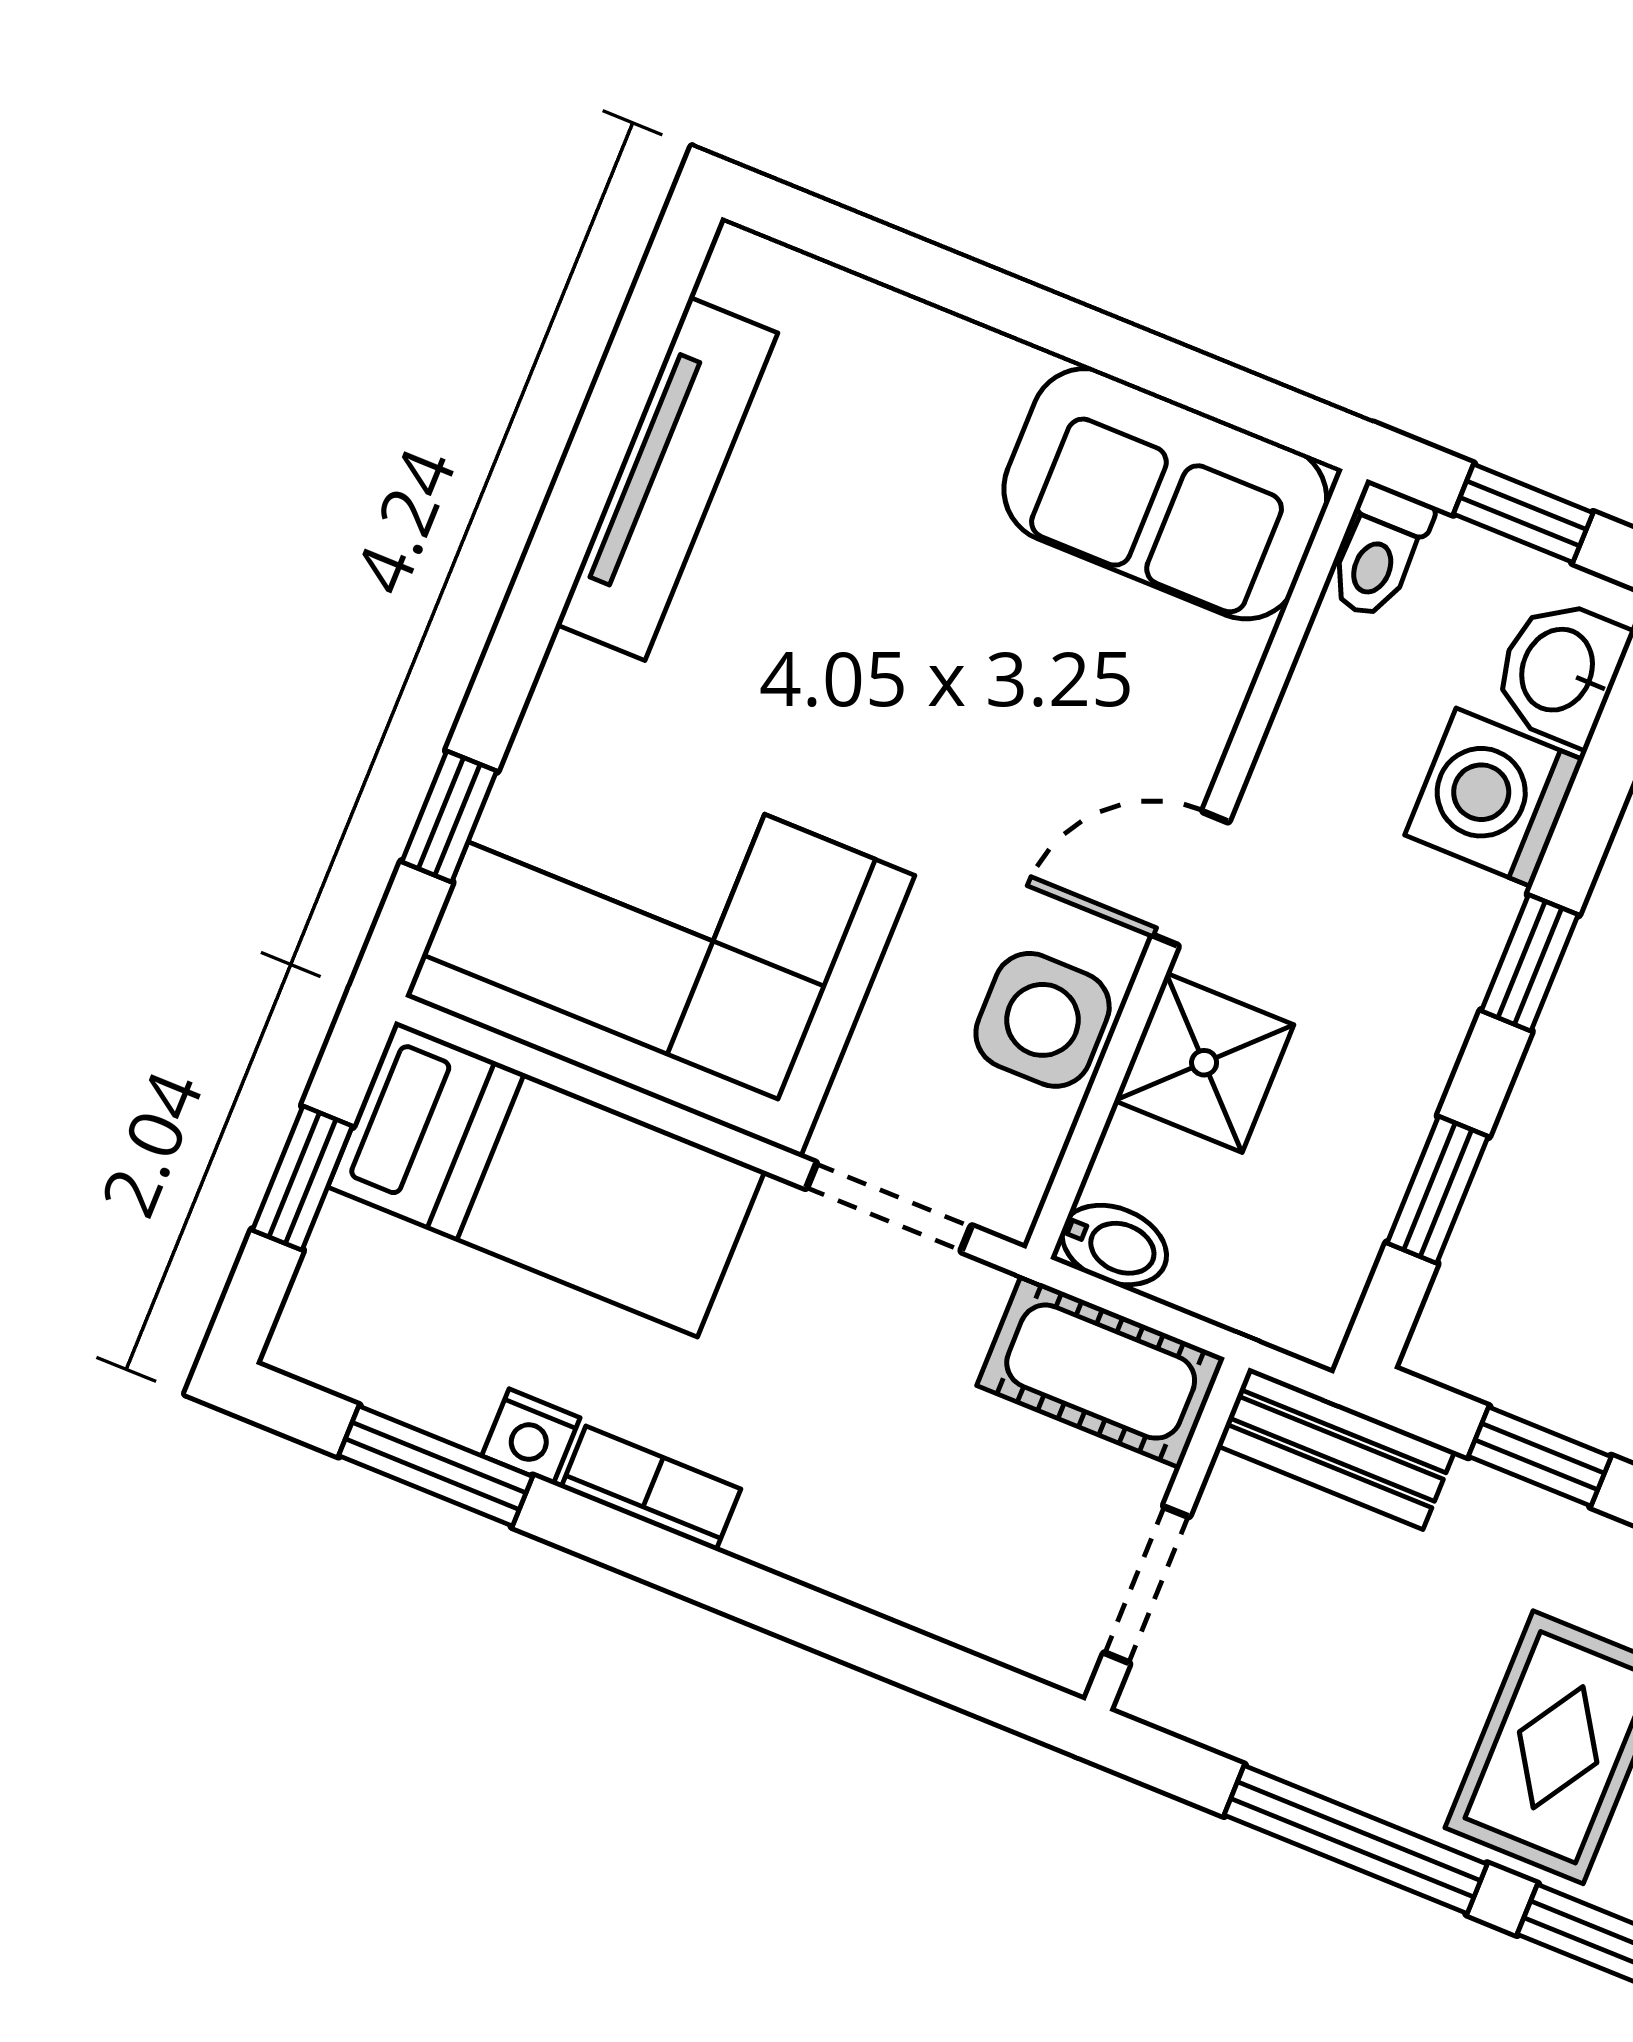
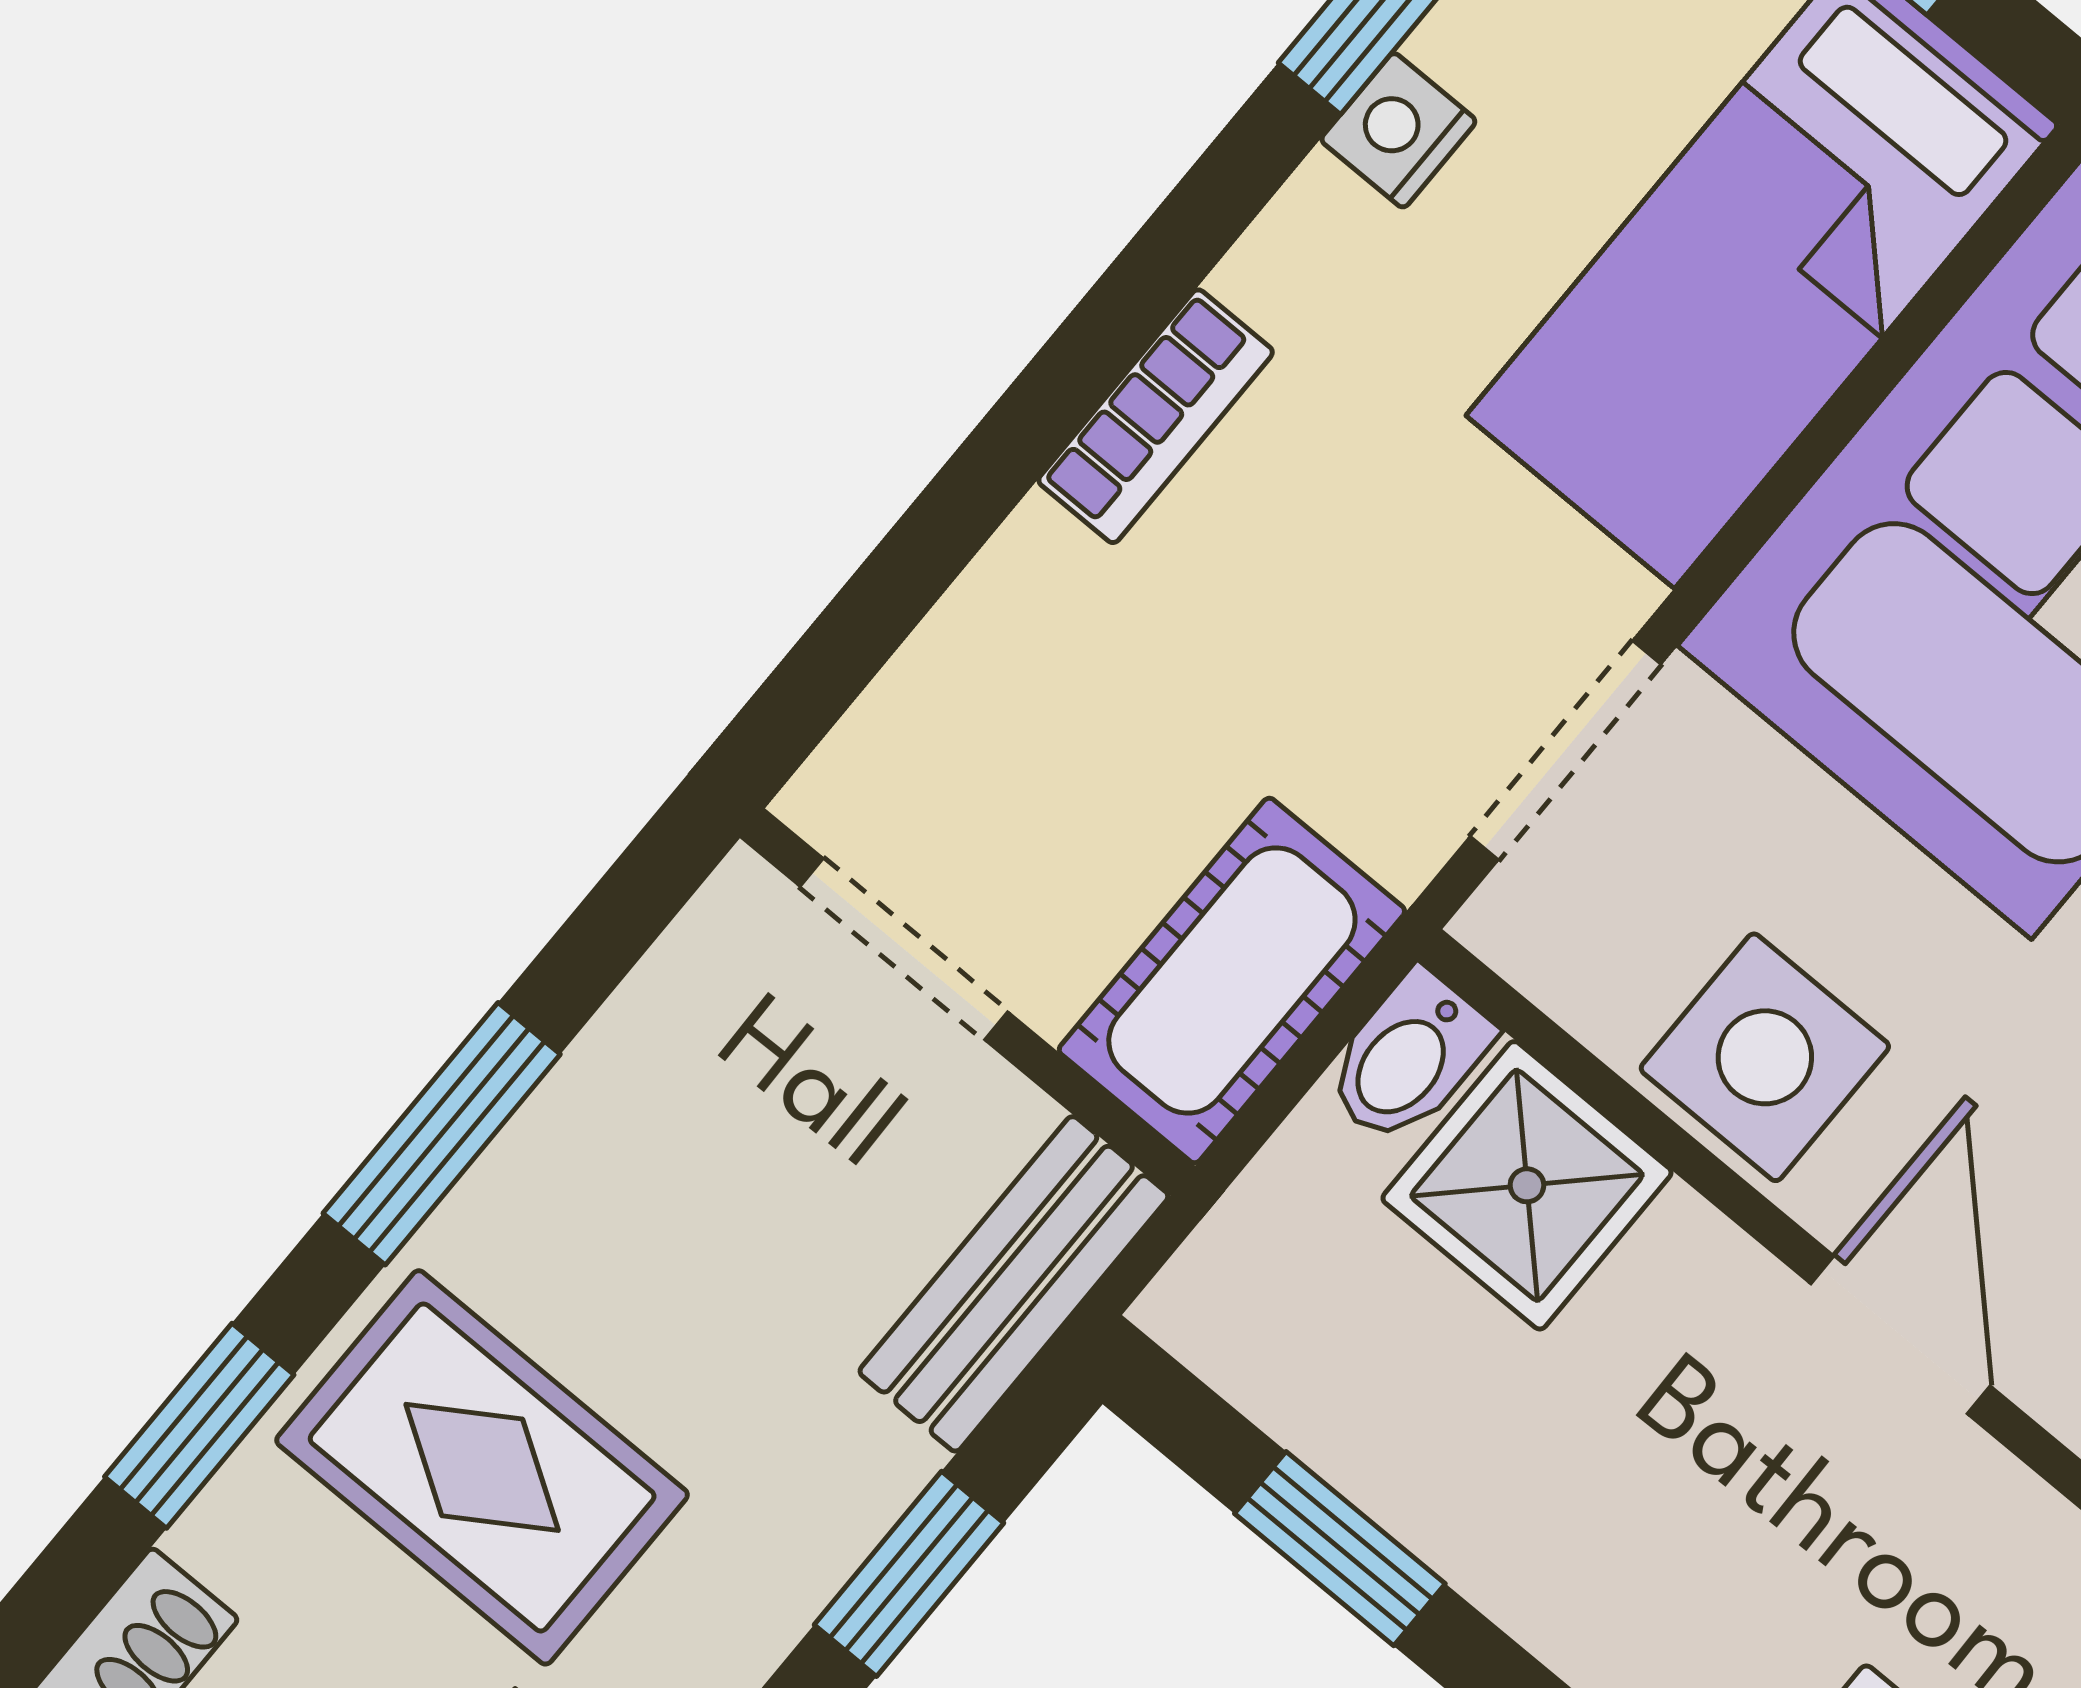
shower: (1204, 1063) -> (1527, 1185), moved
bookcase: (651, 1488) -> (1156, 416), moved
window: (1356, 1840) -> (442, 1134), width x0.69

